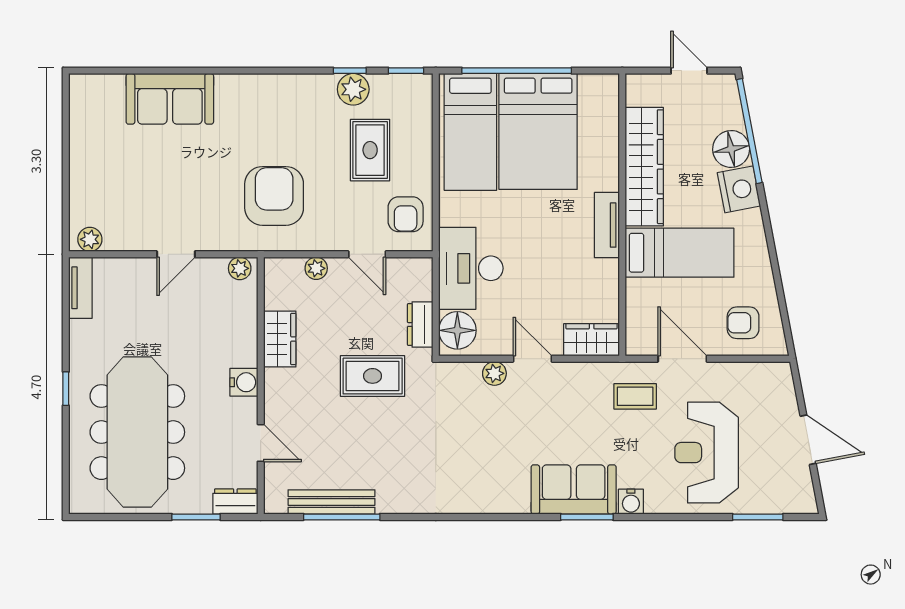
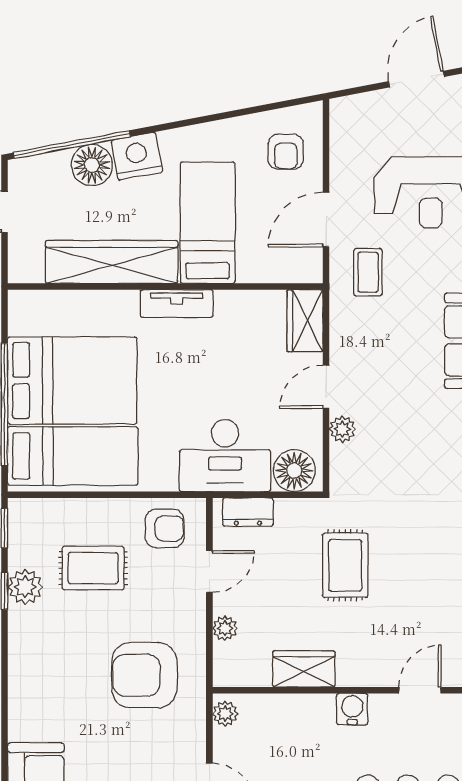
dresser: (420, 325) -> (248, 512), moved

